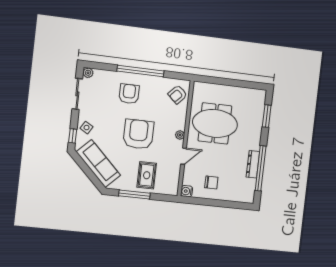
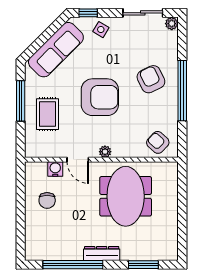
armchair: (129, 94) -> (151, 79), turned -116
dresser: (253, 164) -> (102, 253), moved
rug: (147, 175) -> (47, 114), turned 90
water cooler: (187, 191) -> (55, 169), moved

